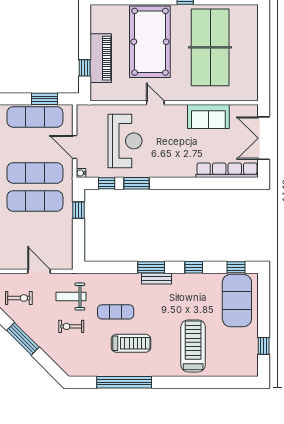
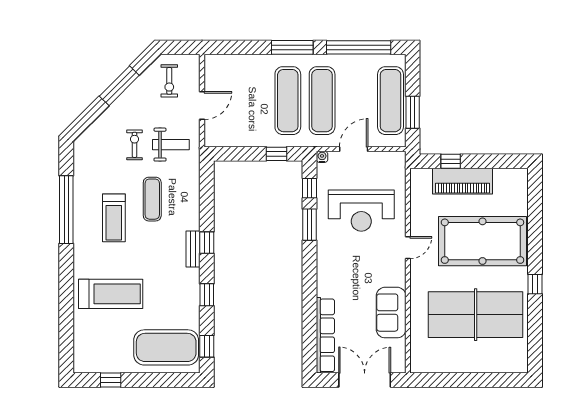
window: (151, 267) -> (207, 243), width x0.67
weight bench: (71, 297) -> (171, 145), turned 90

